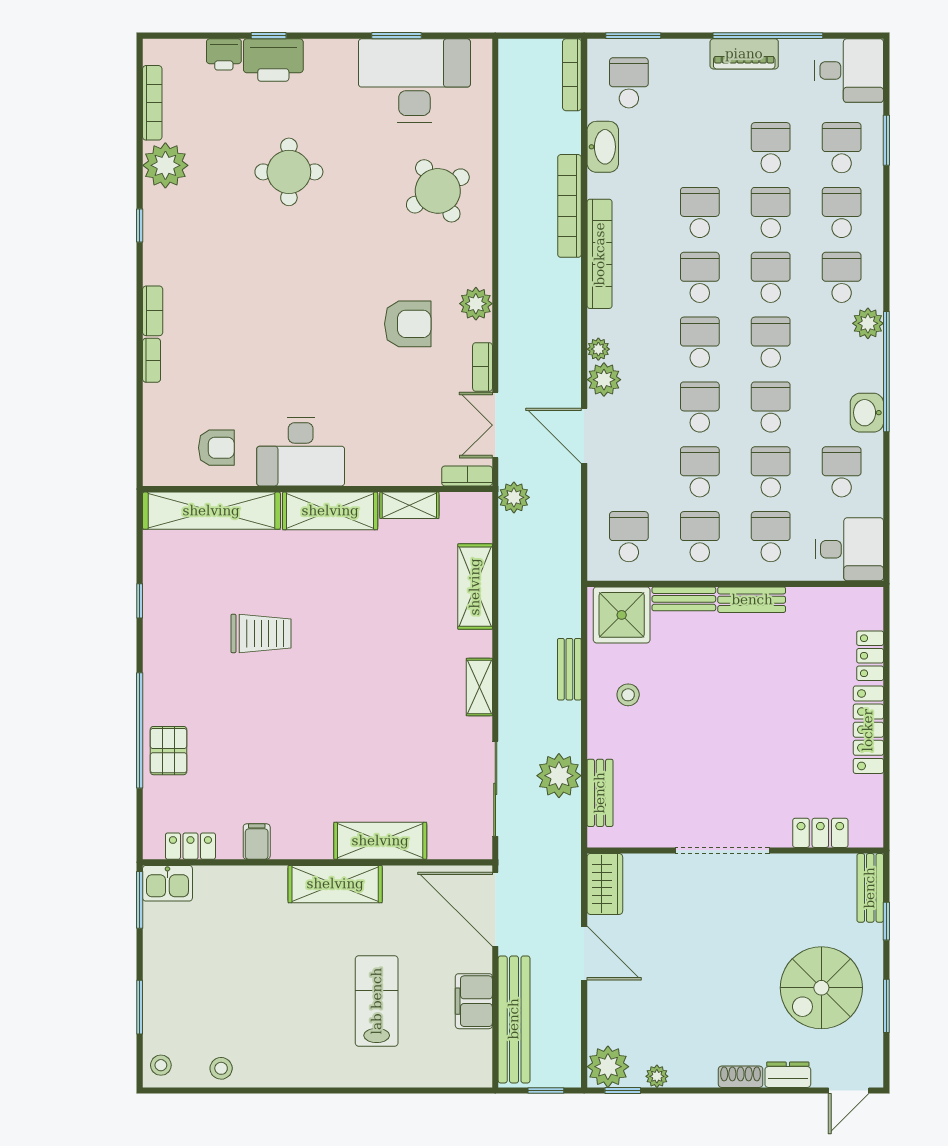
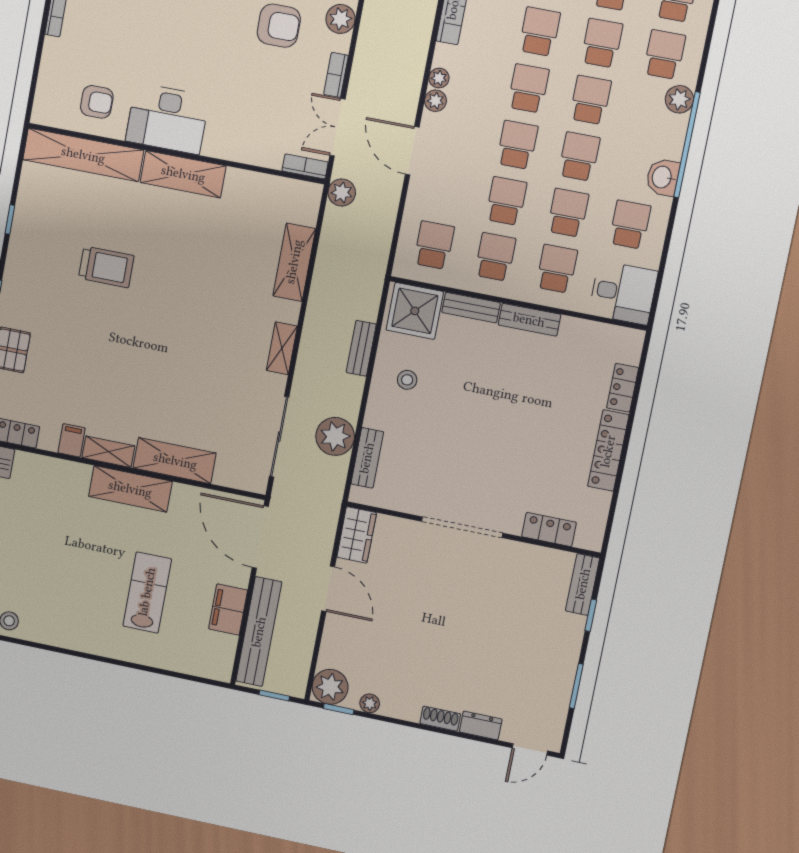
plant: (604, 380) -> (435, 101), width x0.73, depth x0.73
shelving: (409, 505) -> (108, 452), moved
spiral stairs: (821, 988) -> (524, 659), removed

